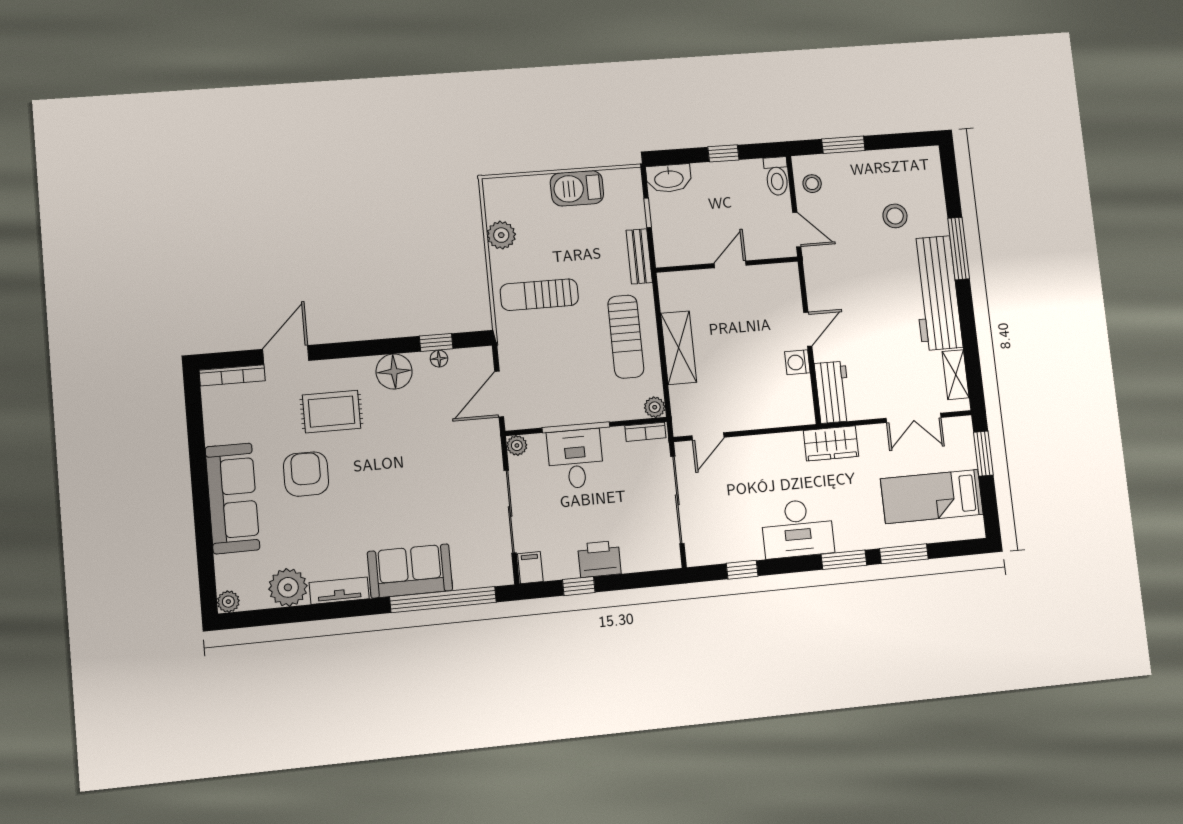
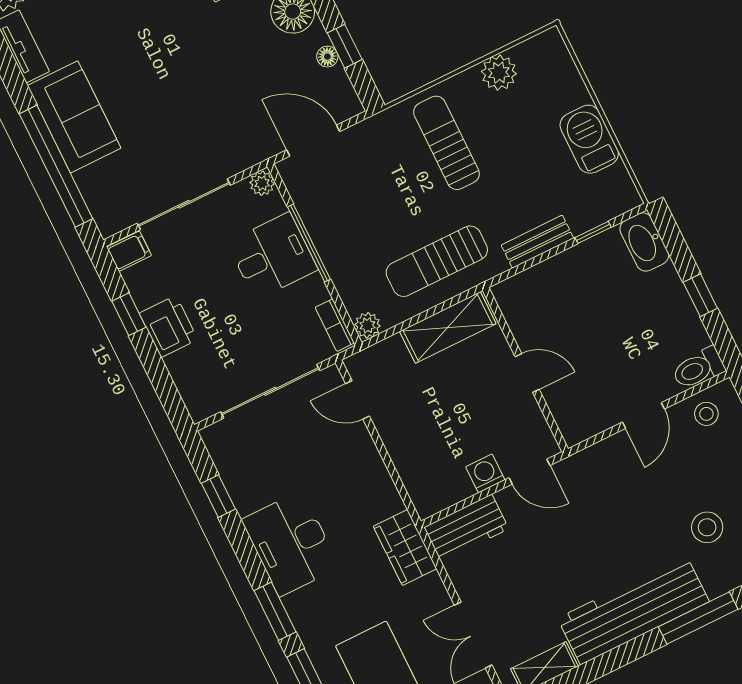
door: (730, 264) -> (527, 373), moved
wall: (727, 265) -> (525, 370), moved

